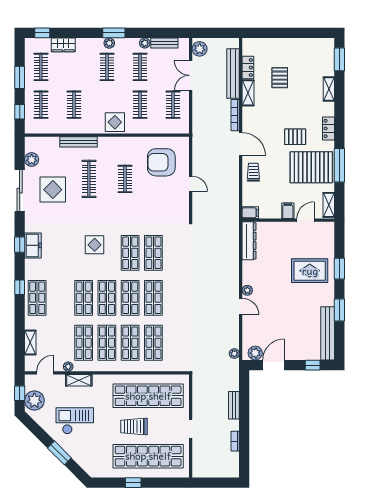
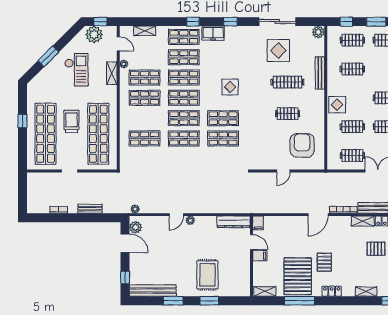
plant: (32, 160) -> (318, 32), moved
trolley: (253, 172) -> (293, 226), removed
door: (305, 220) -> (251, 242), moved
freezer: (33, 245) -> (213, 33), moved
shop shelf: (130, 343) -> (184, 57), moved

